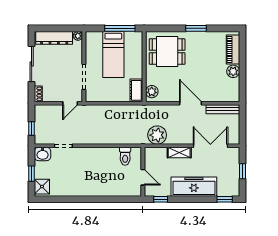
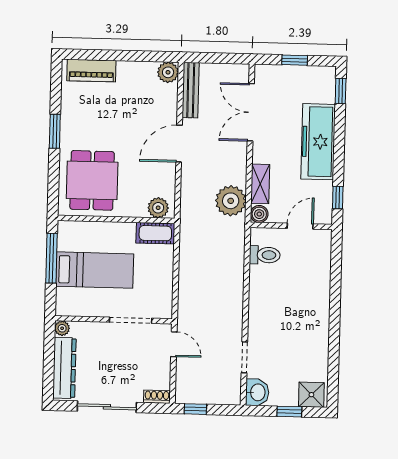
plant: (233, 71) -> (168, 72), moved
window: (32, 128) -> (195, 409), moved
boiler: (150, 152) -> (259, 214), added
shelving: (179, 153) -> (260, 184), moved

